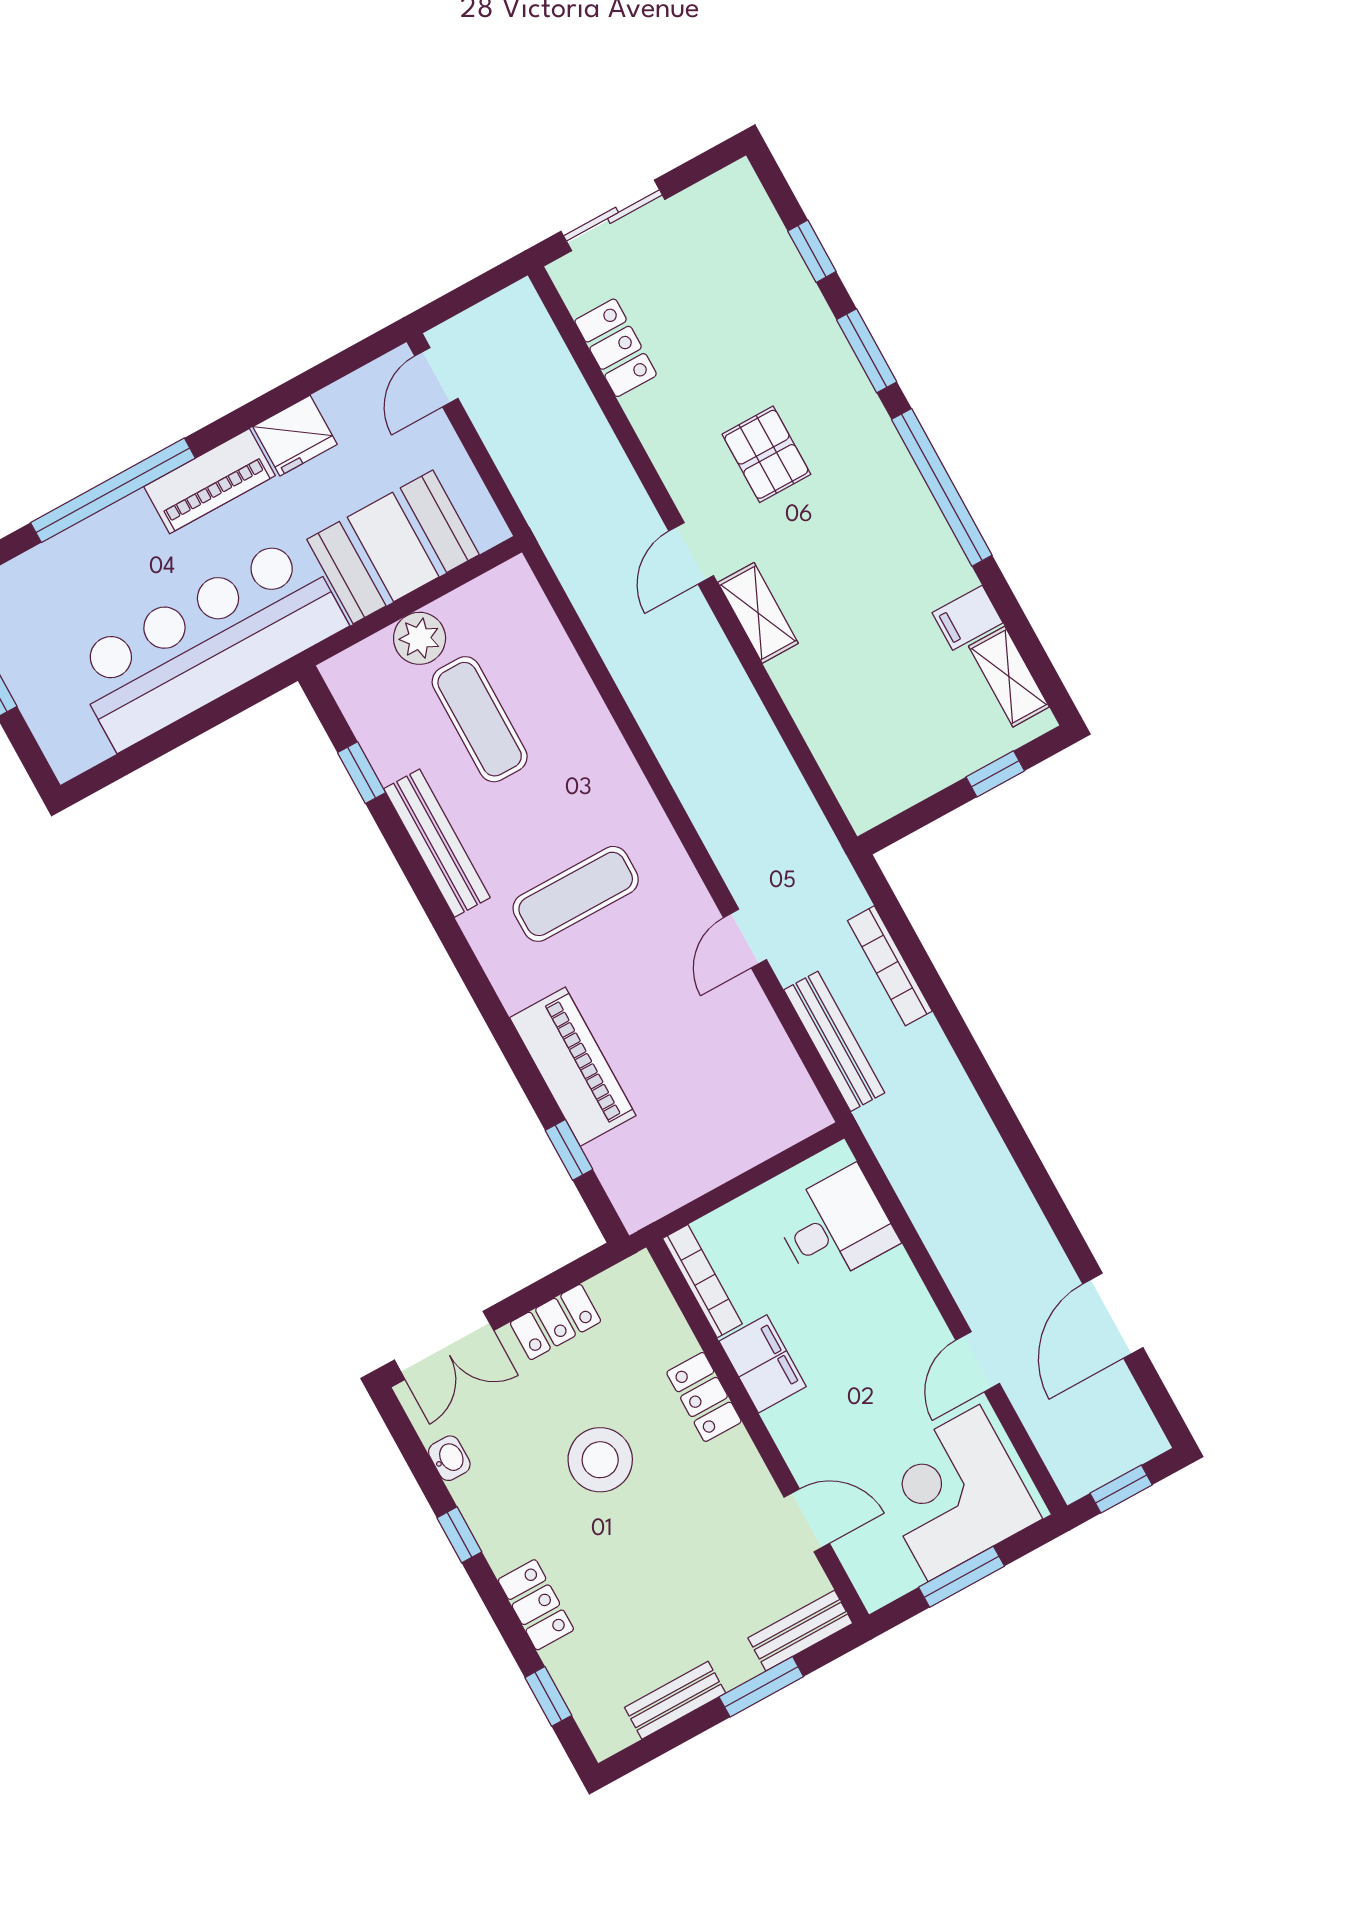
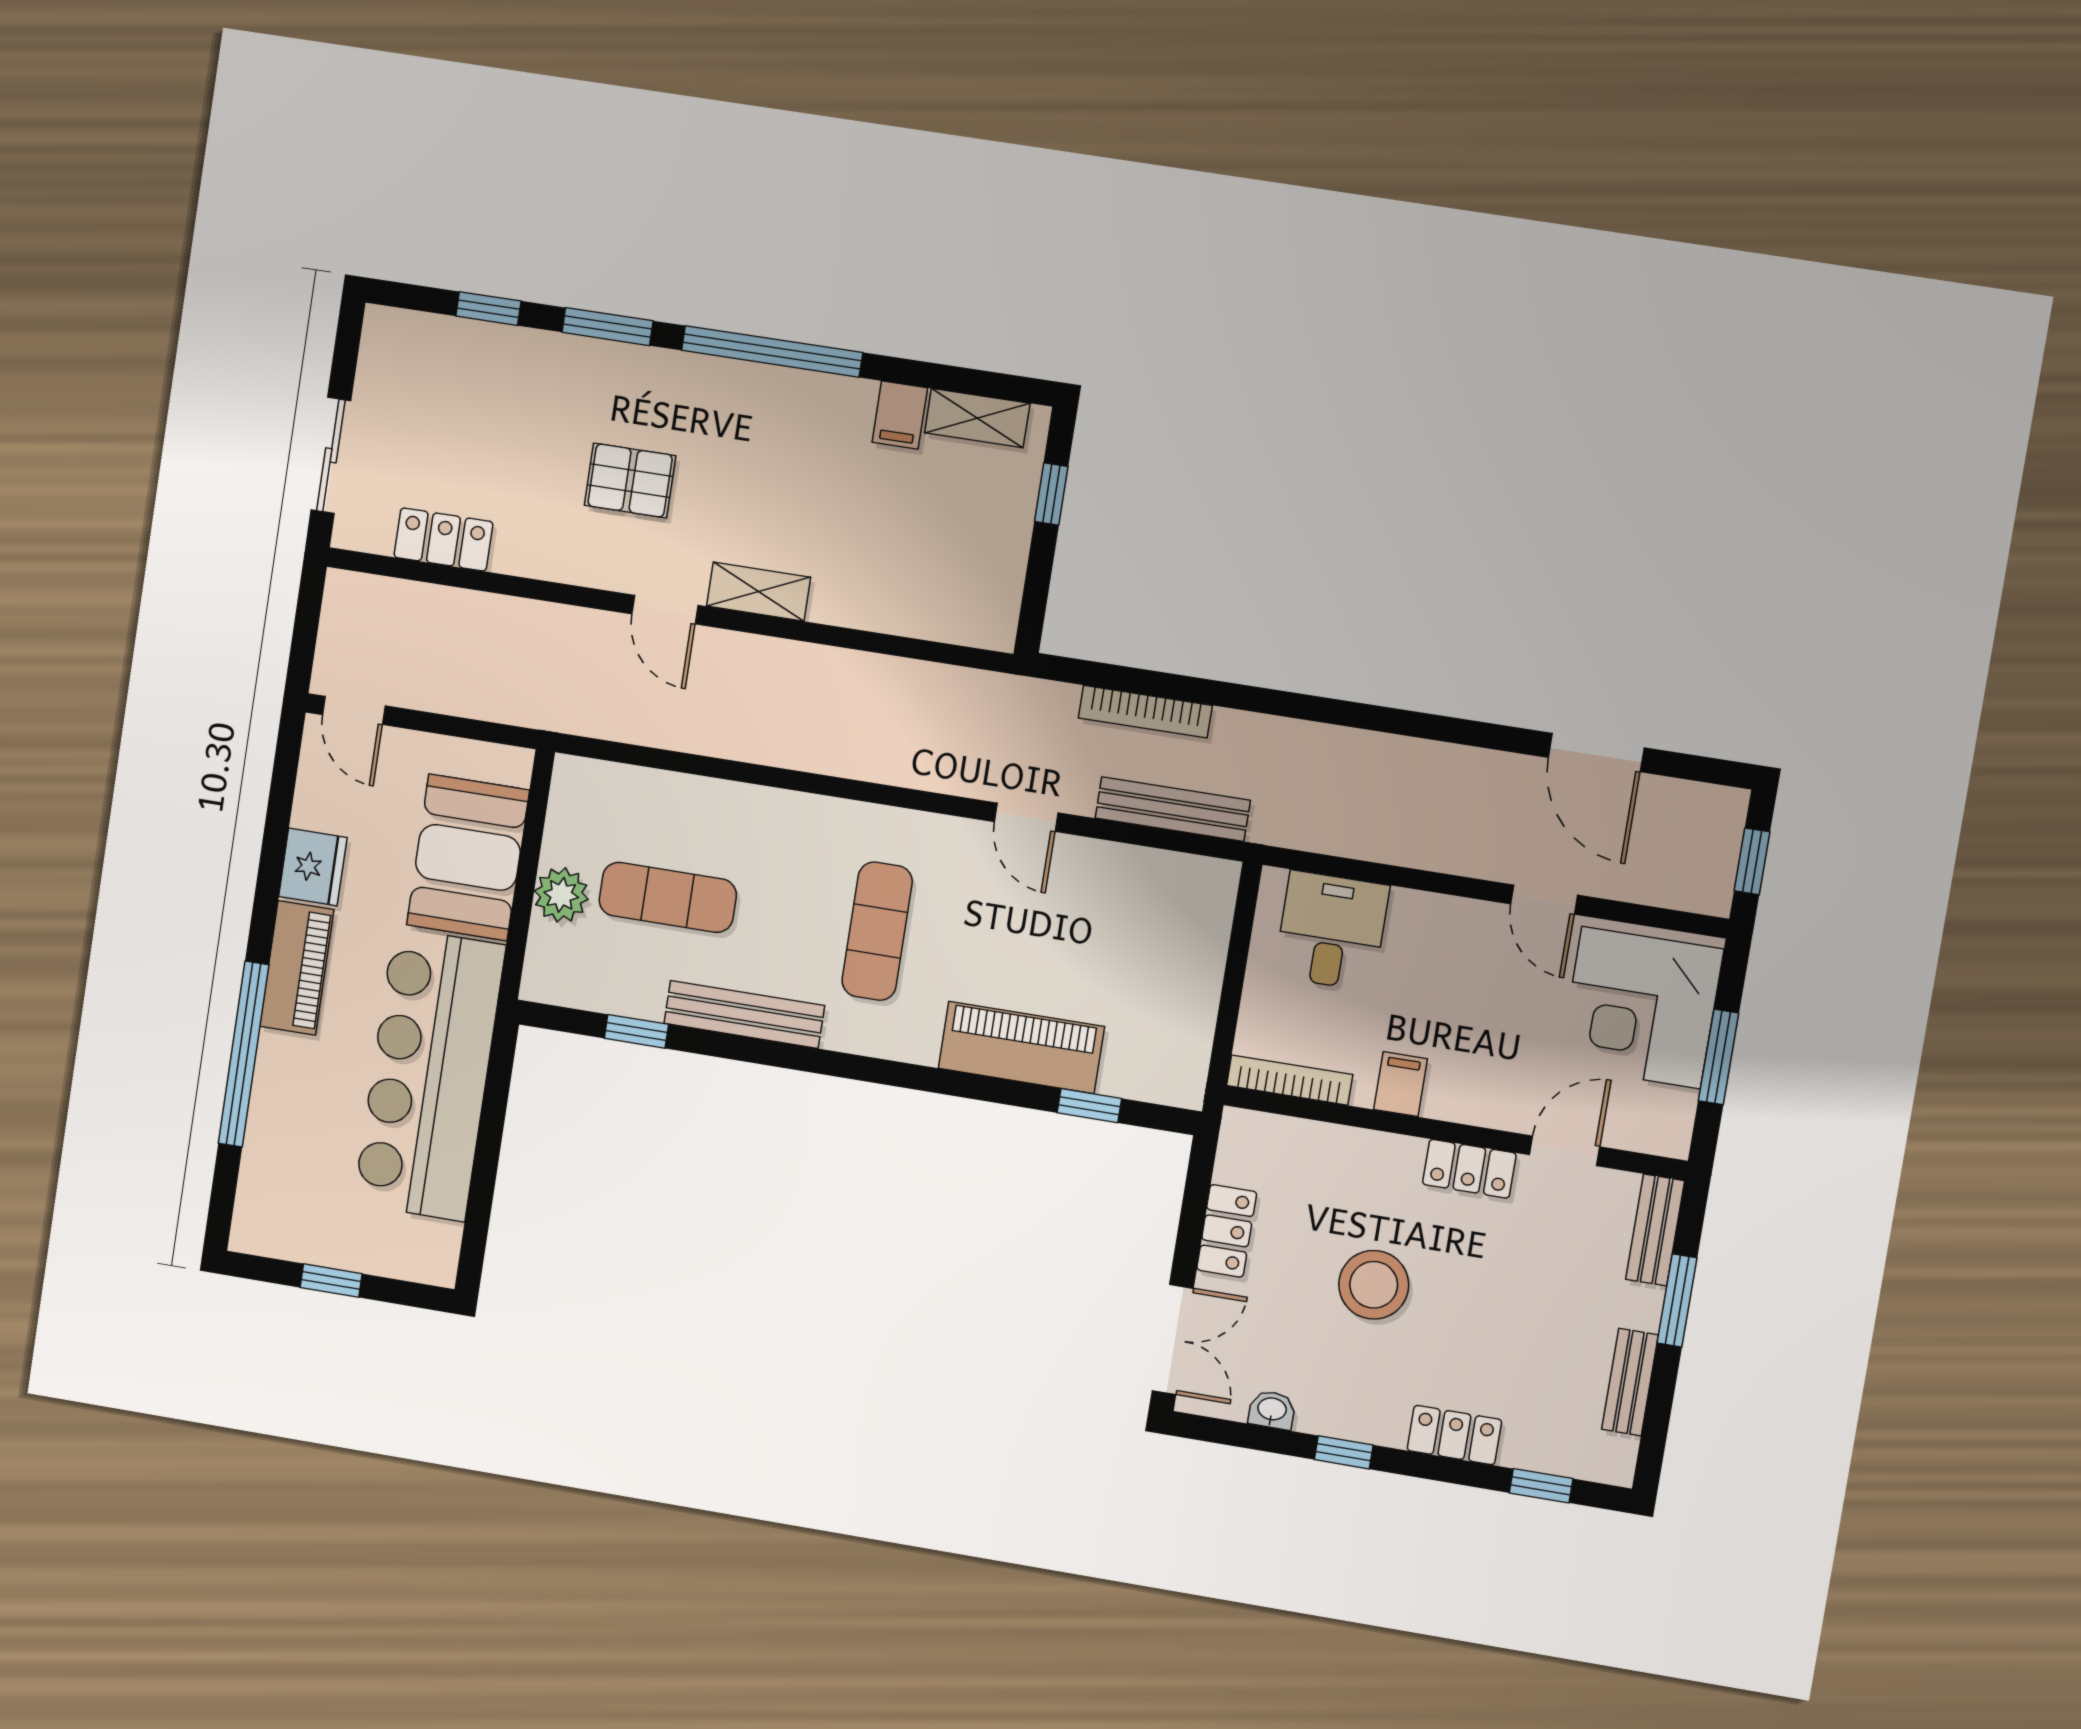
filing cabinet: (763, 1364) -> (1401, 1084), width x0.50
locker: (704, 1397) -> (1469, 1169), moved

